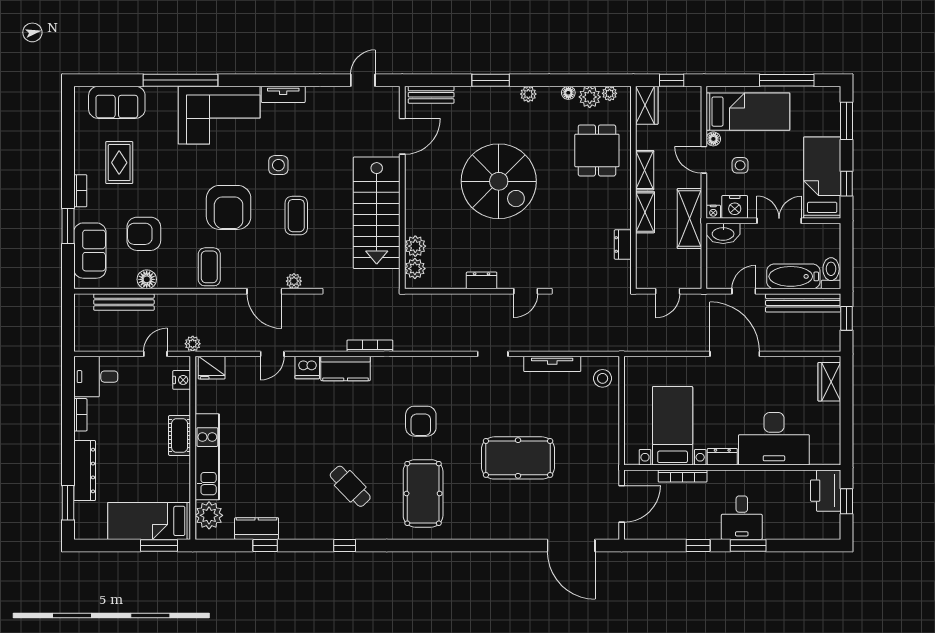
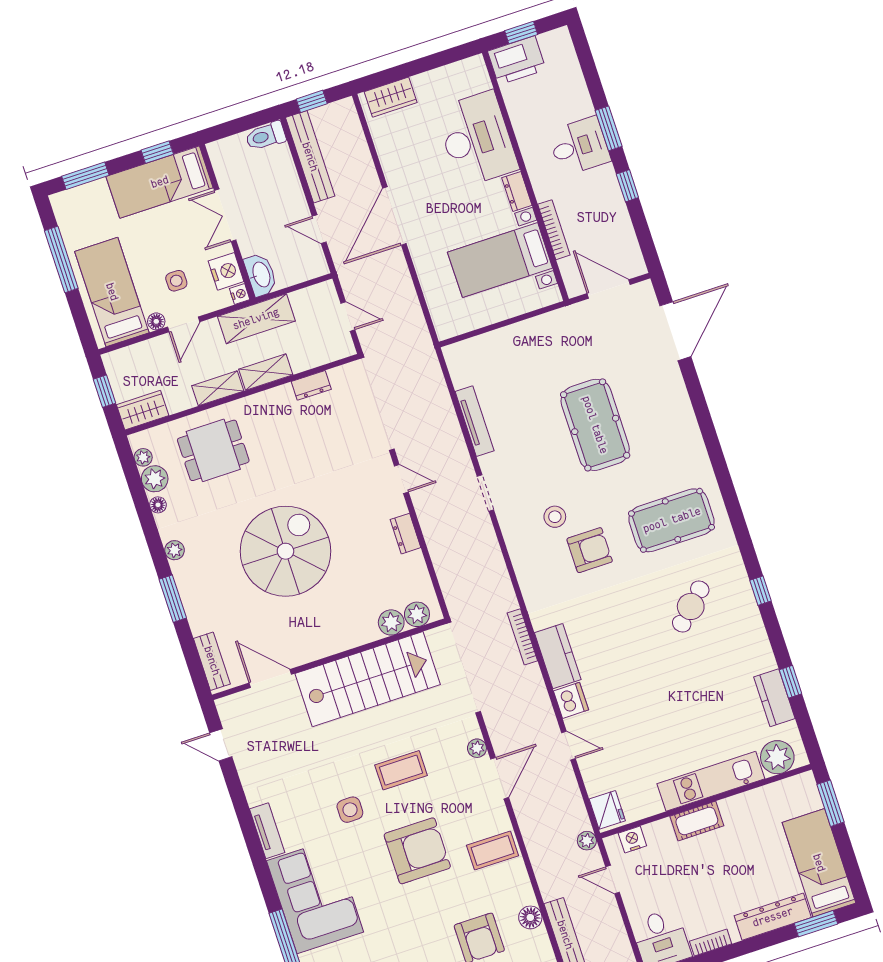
bathtub: (793, 276) -> (283, 178), removed
stool: (603, 378) -> (555, 517), moved
bed: (149, 521) -> (819, 863), moved, turned 180

